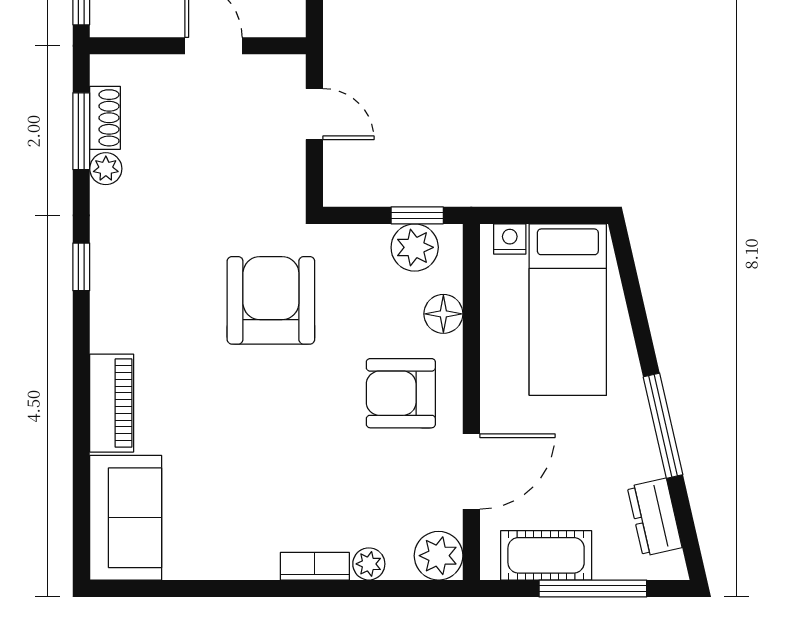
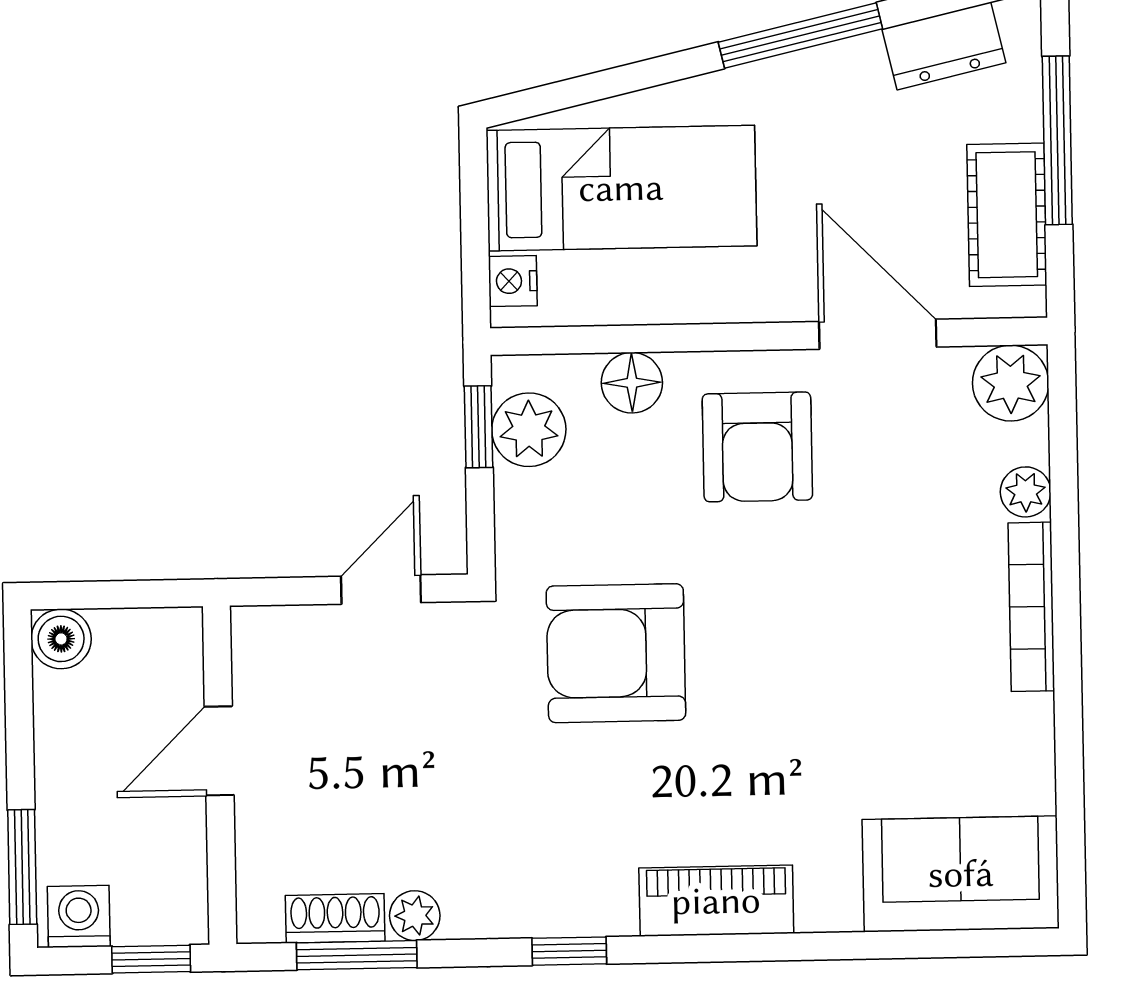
door: (314, 114) -> (381, 589), moved
piano: (112, 403) -> (716, 901), moved
bookcase: (315, 566) -> (1031, 607), width x1.56

